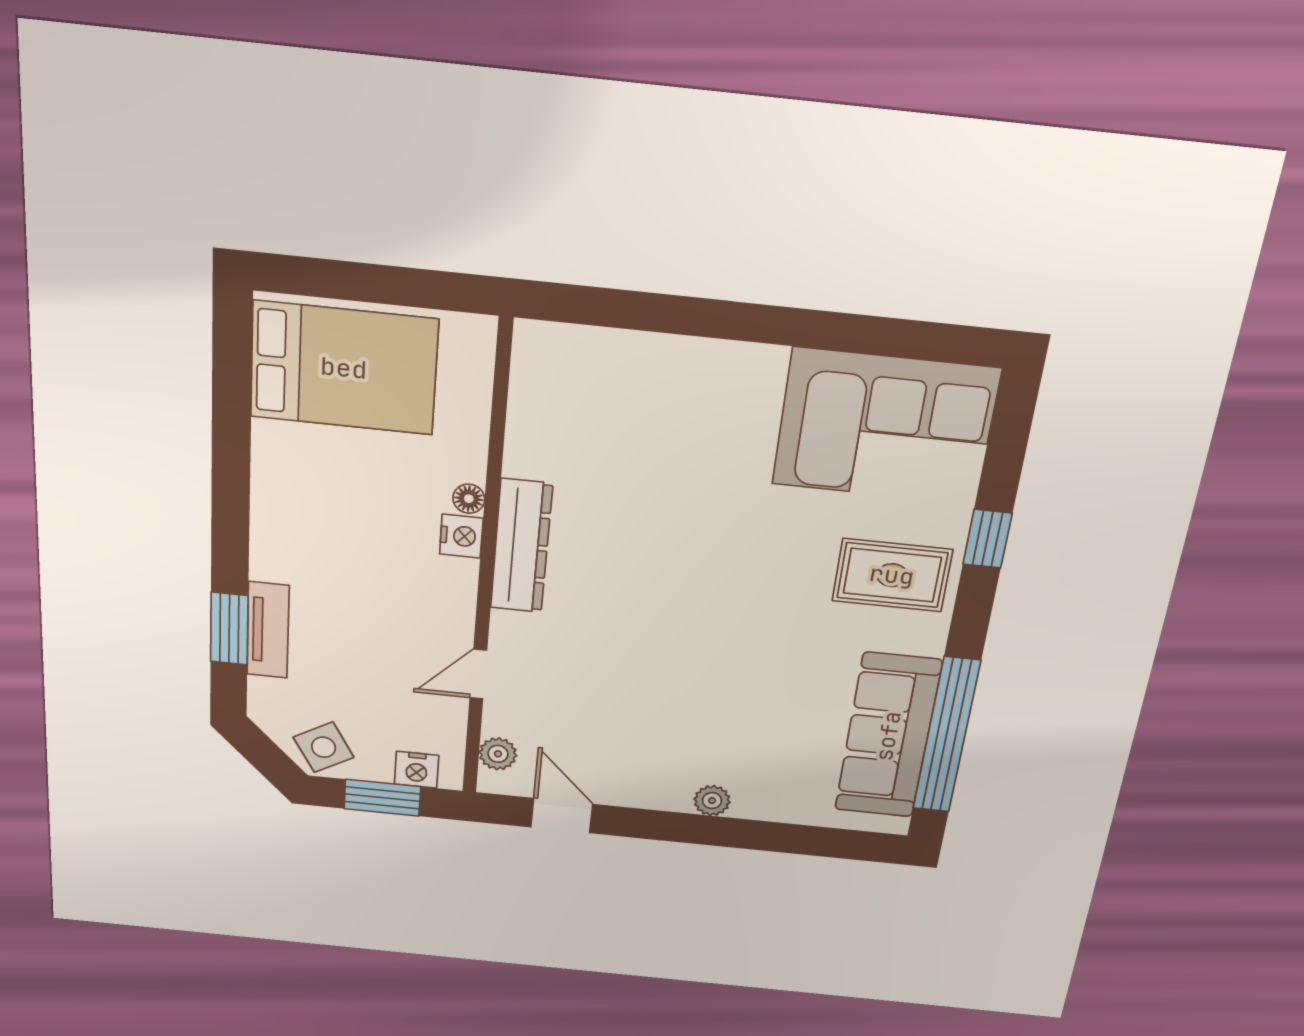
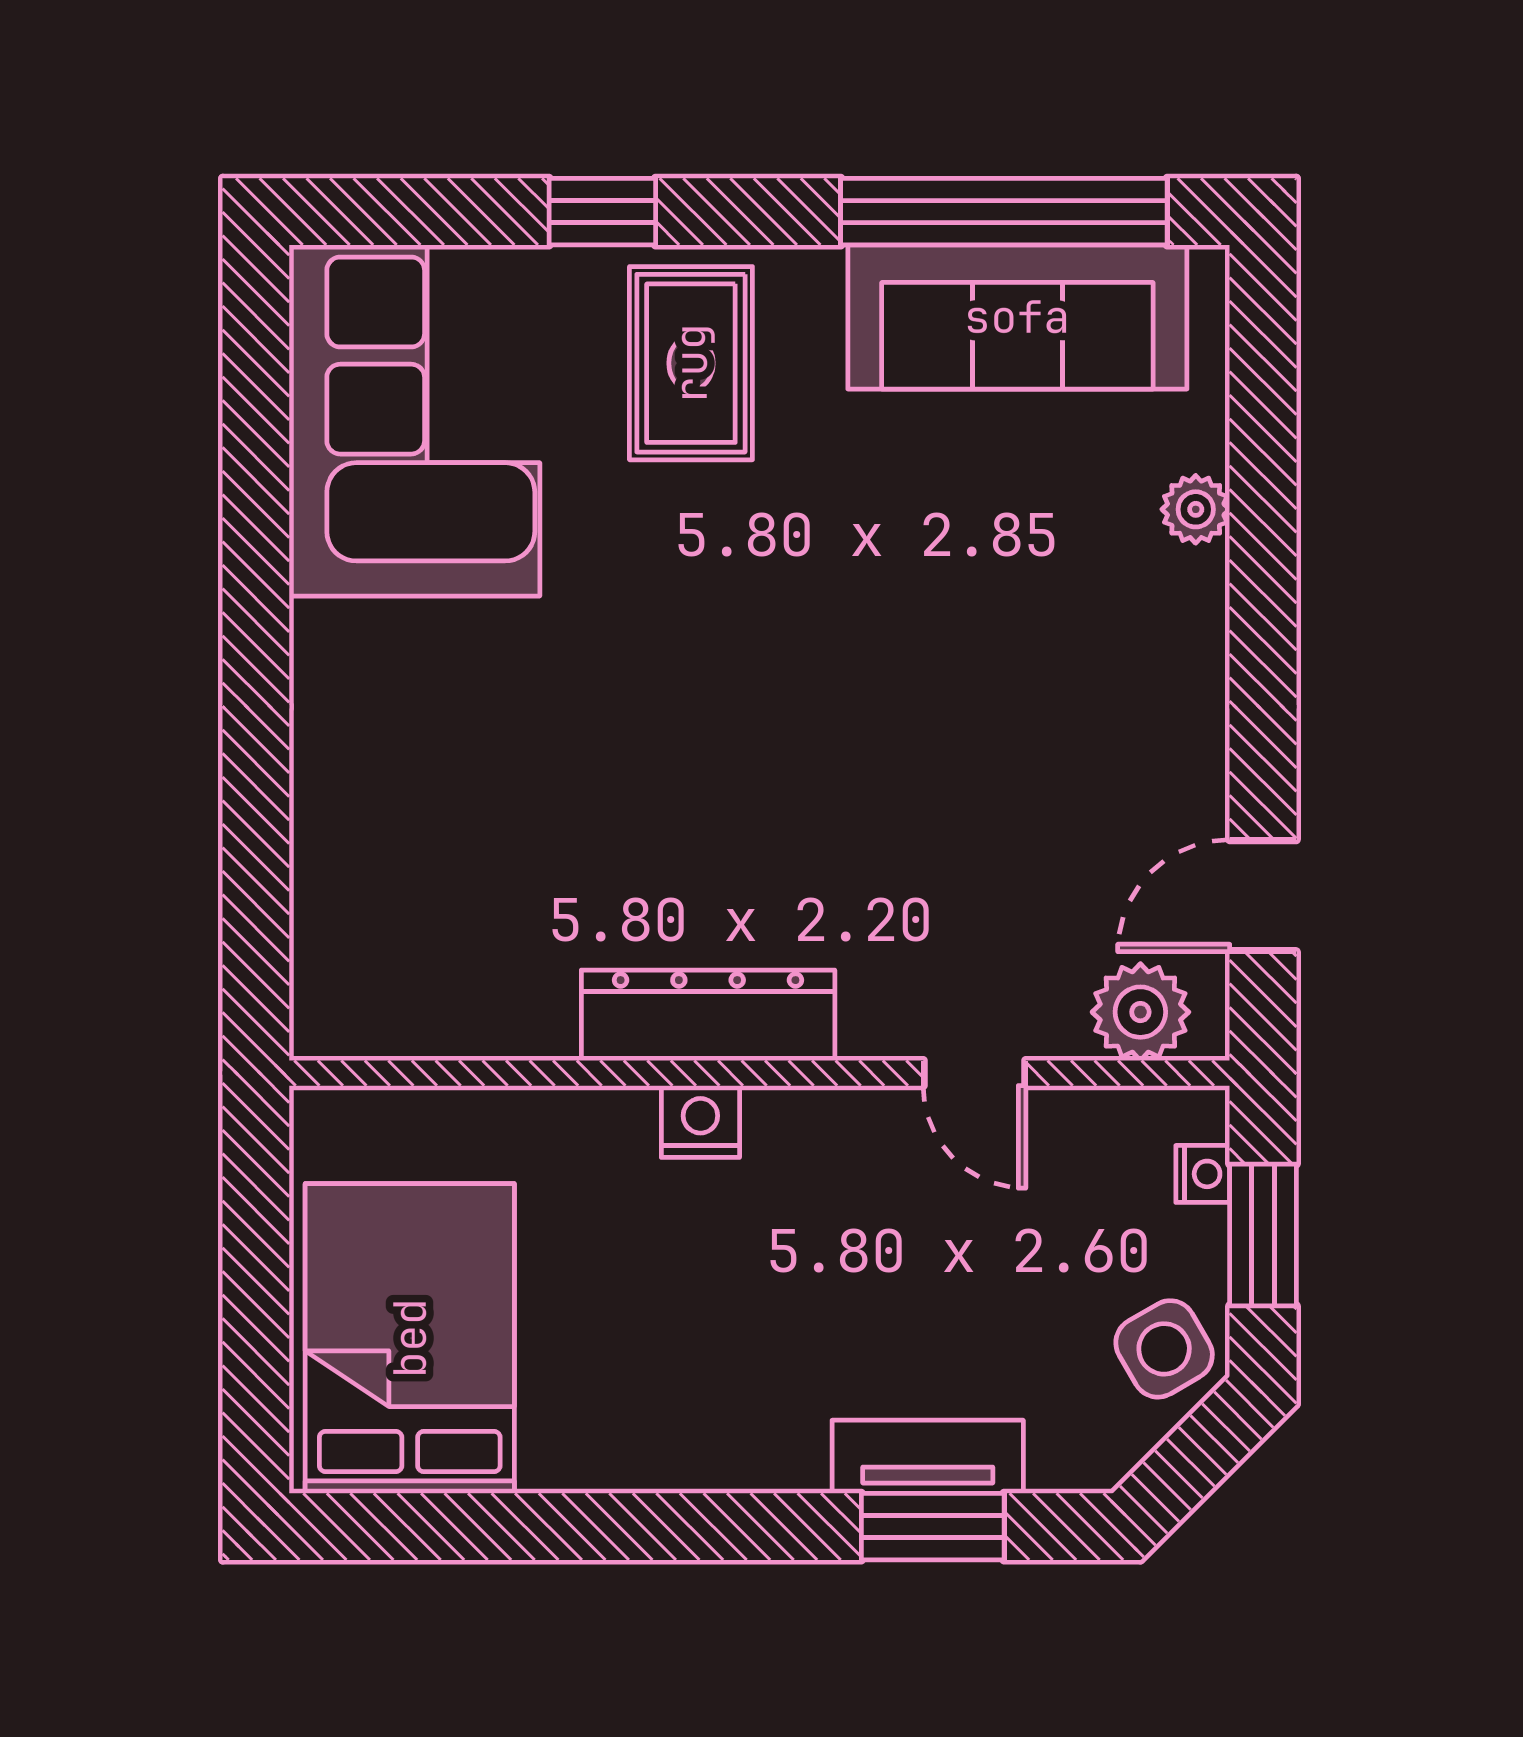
floor lamp: (469, 499) -> (627, 1113), removed
plant: (498, 754) -> (1140, 1012), width x1.38, depth x1.38
nightstand: (417, 770) -> (1203, 1174), width x0.72, depth x0.74
plant: (712, 801) -> (1196, 509), moved

